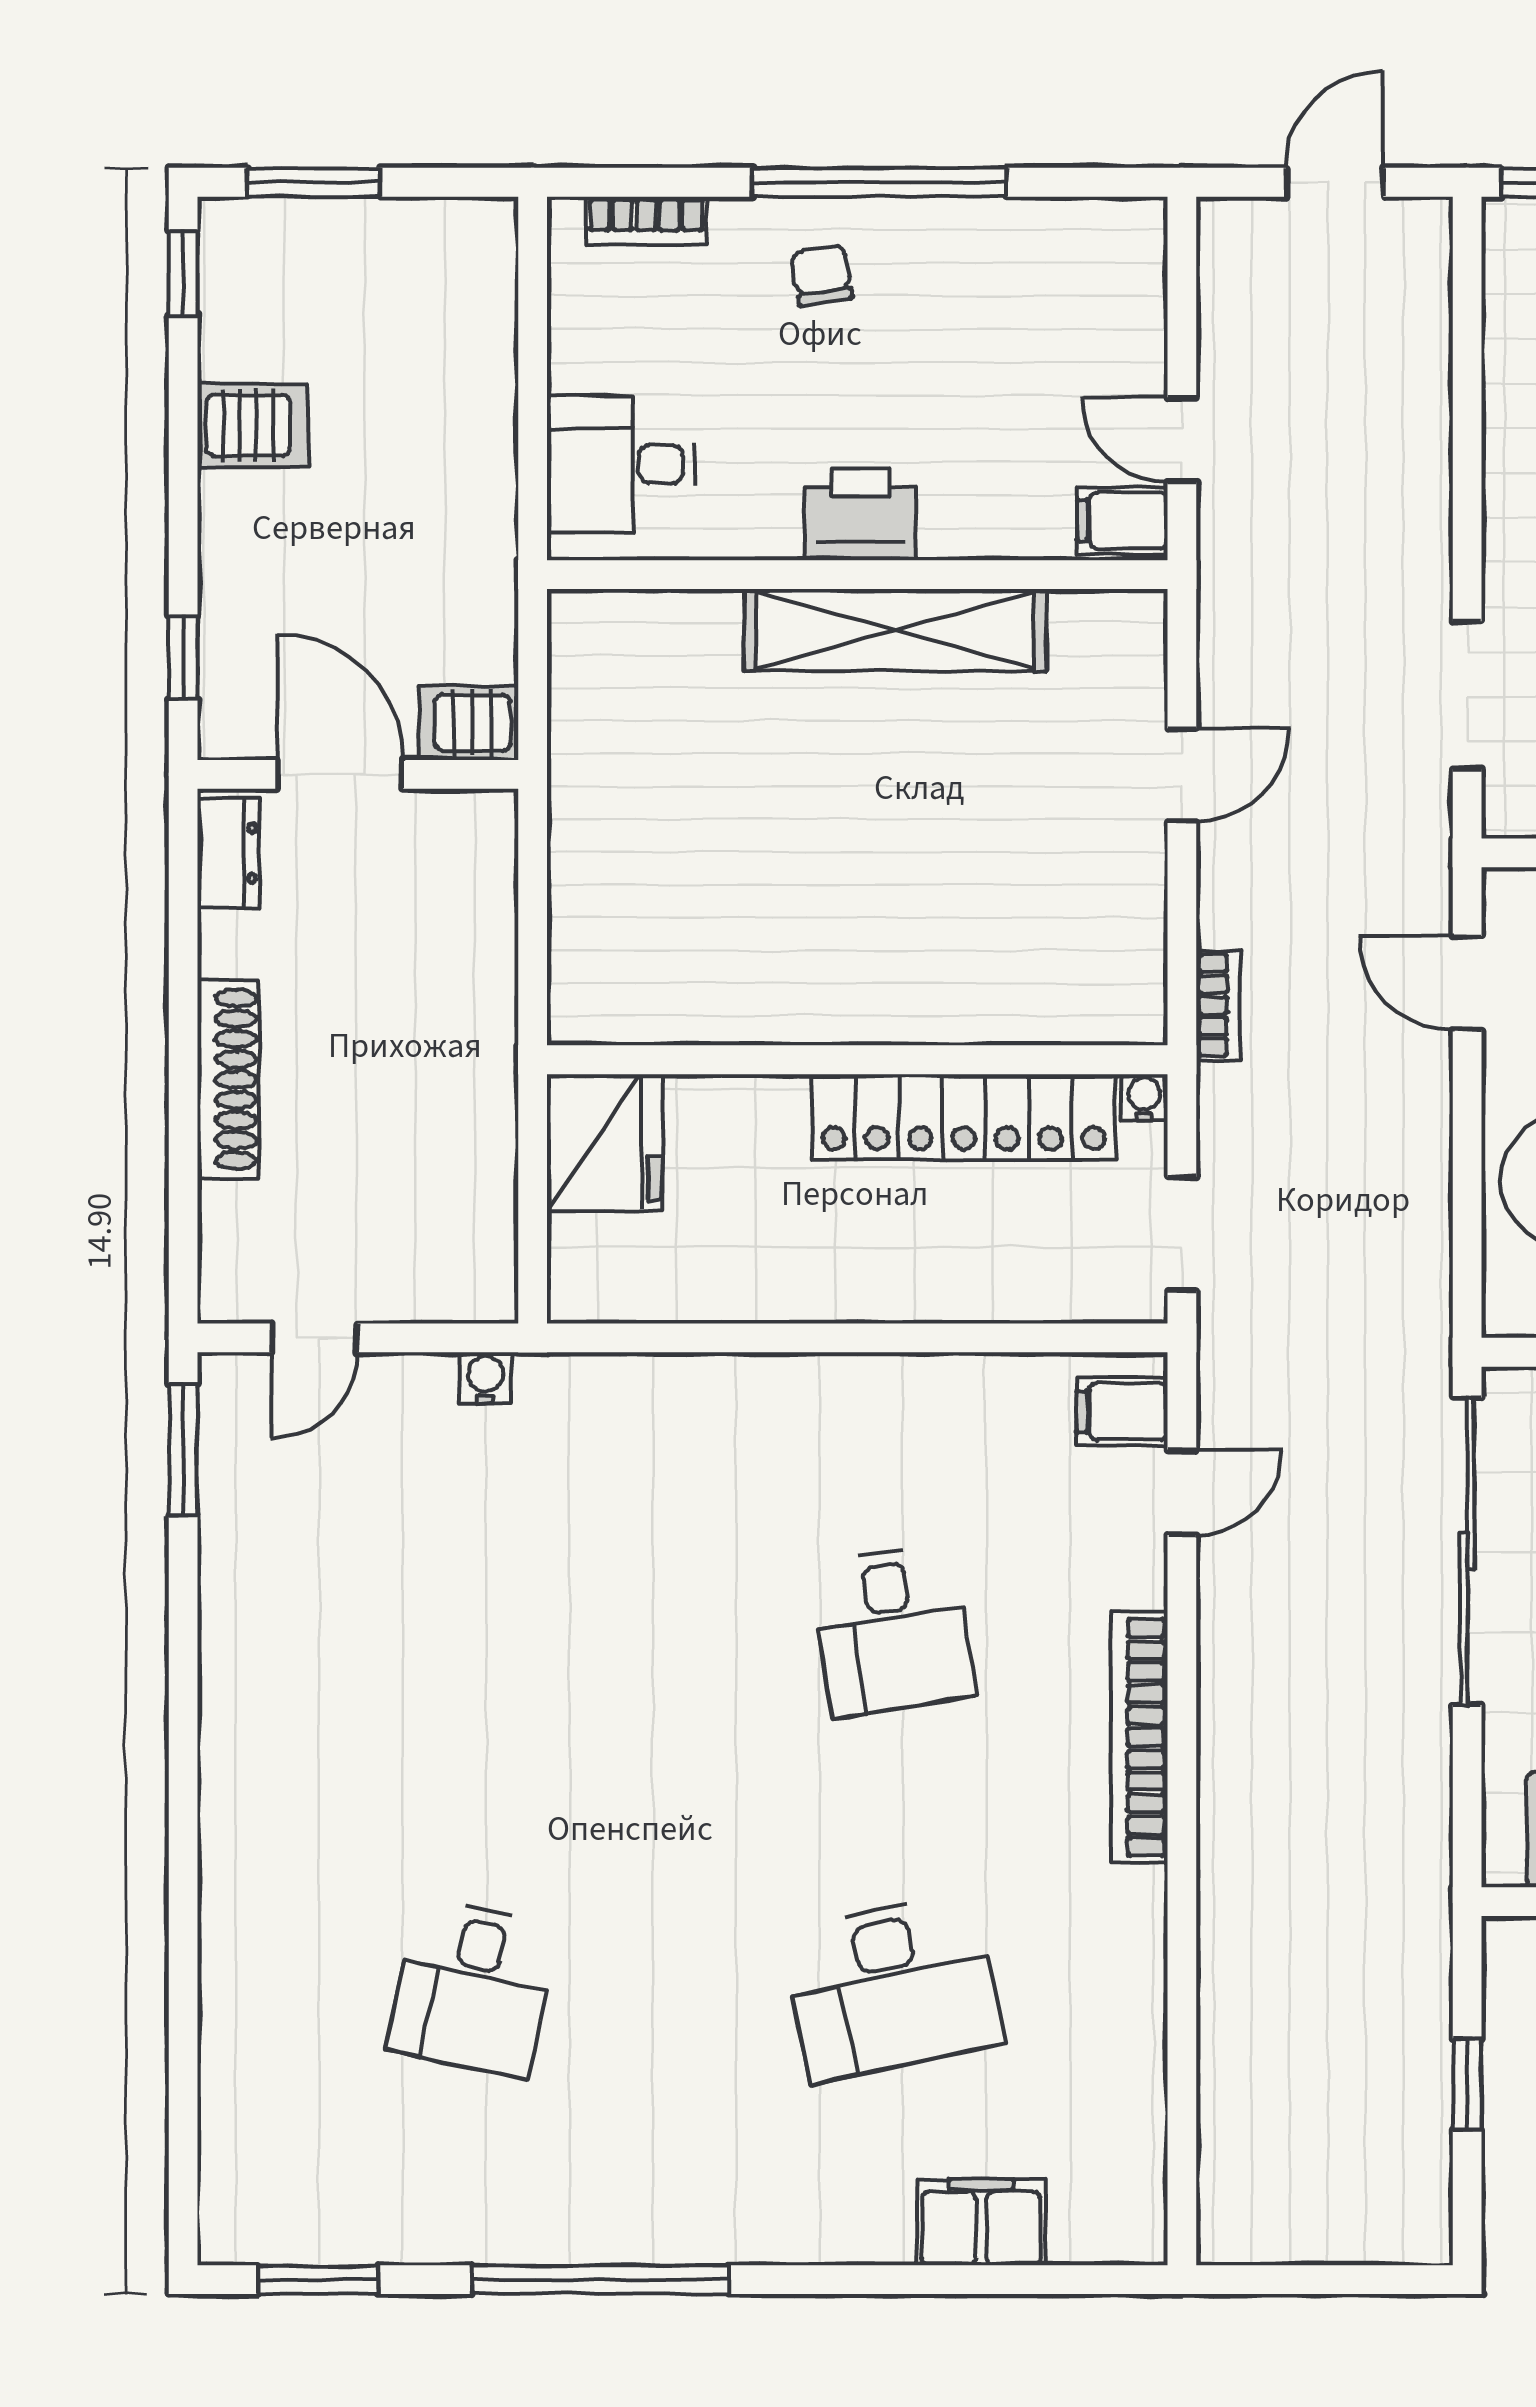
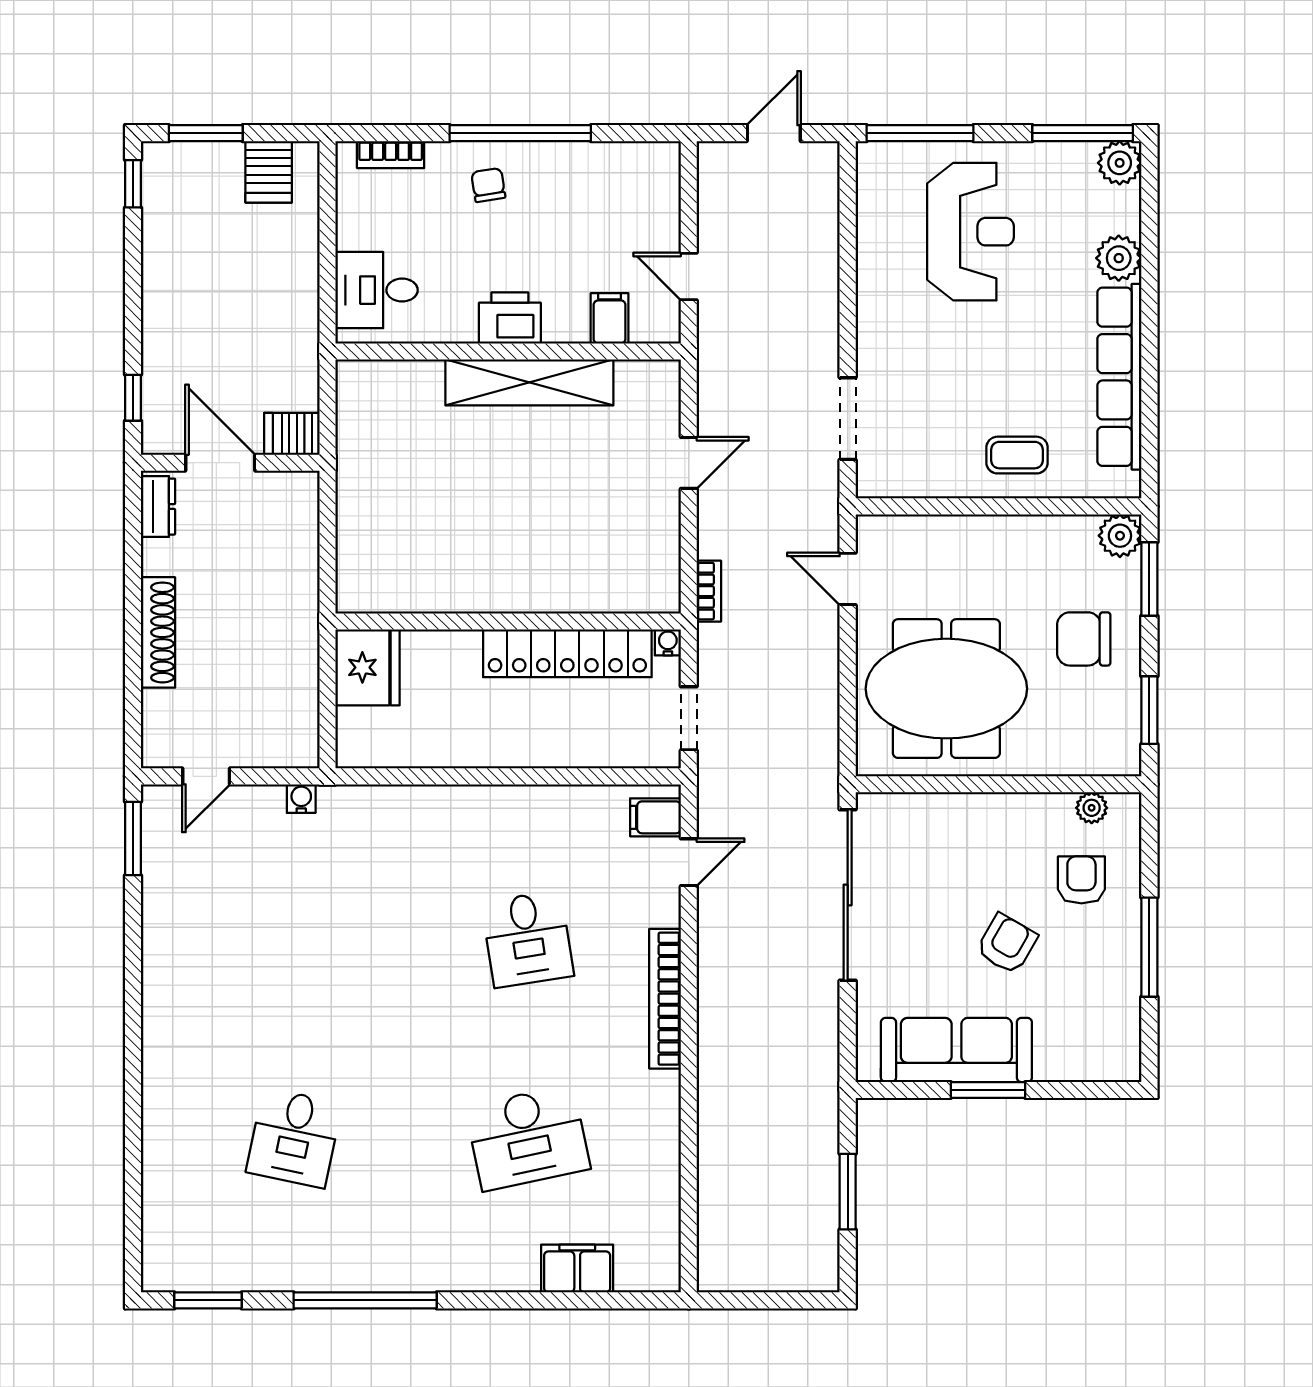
server rack: (253, 425) -> (269, 172), moved, turned 90
filing cabinet: (1122, 521) -> (610, 318), moved, turned 90
window: (1467, 2084) -> (848, 1192), width x1.50

